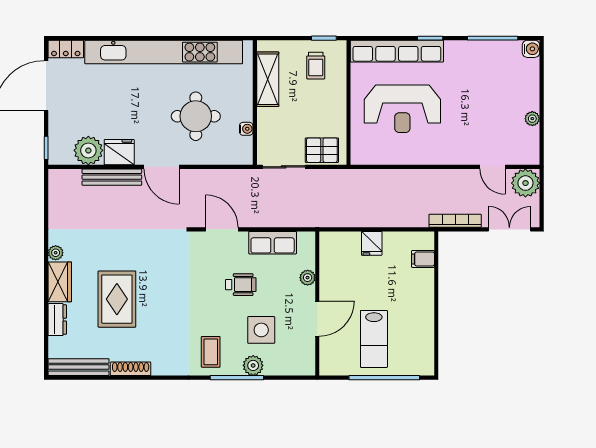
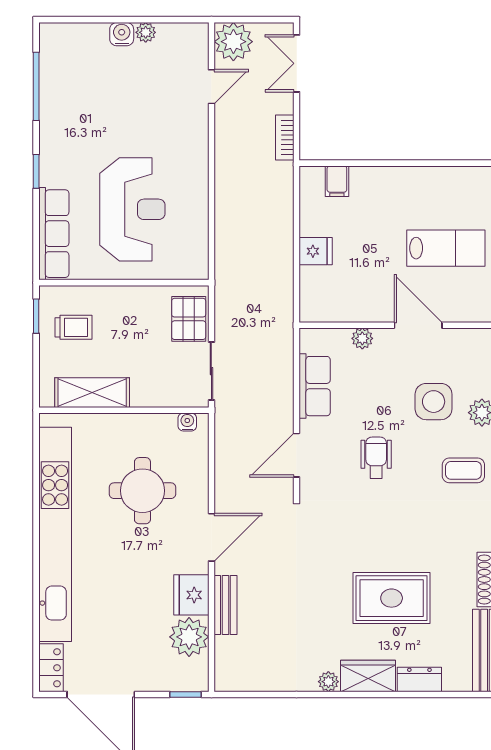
water cooler: (531, 49) -> (122, 34), moved
row of seats: (397, 51) -> (54, 234), width x0.73
water cooler: (246, 129) -> (187, 422), moved
bench: (112, 177) -> (225, 605), width x0.73
bookcase: (455, 221) -> (285, 138), width x0.64
wheelchair: (241, 285) -> (376, 458), moved

